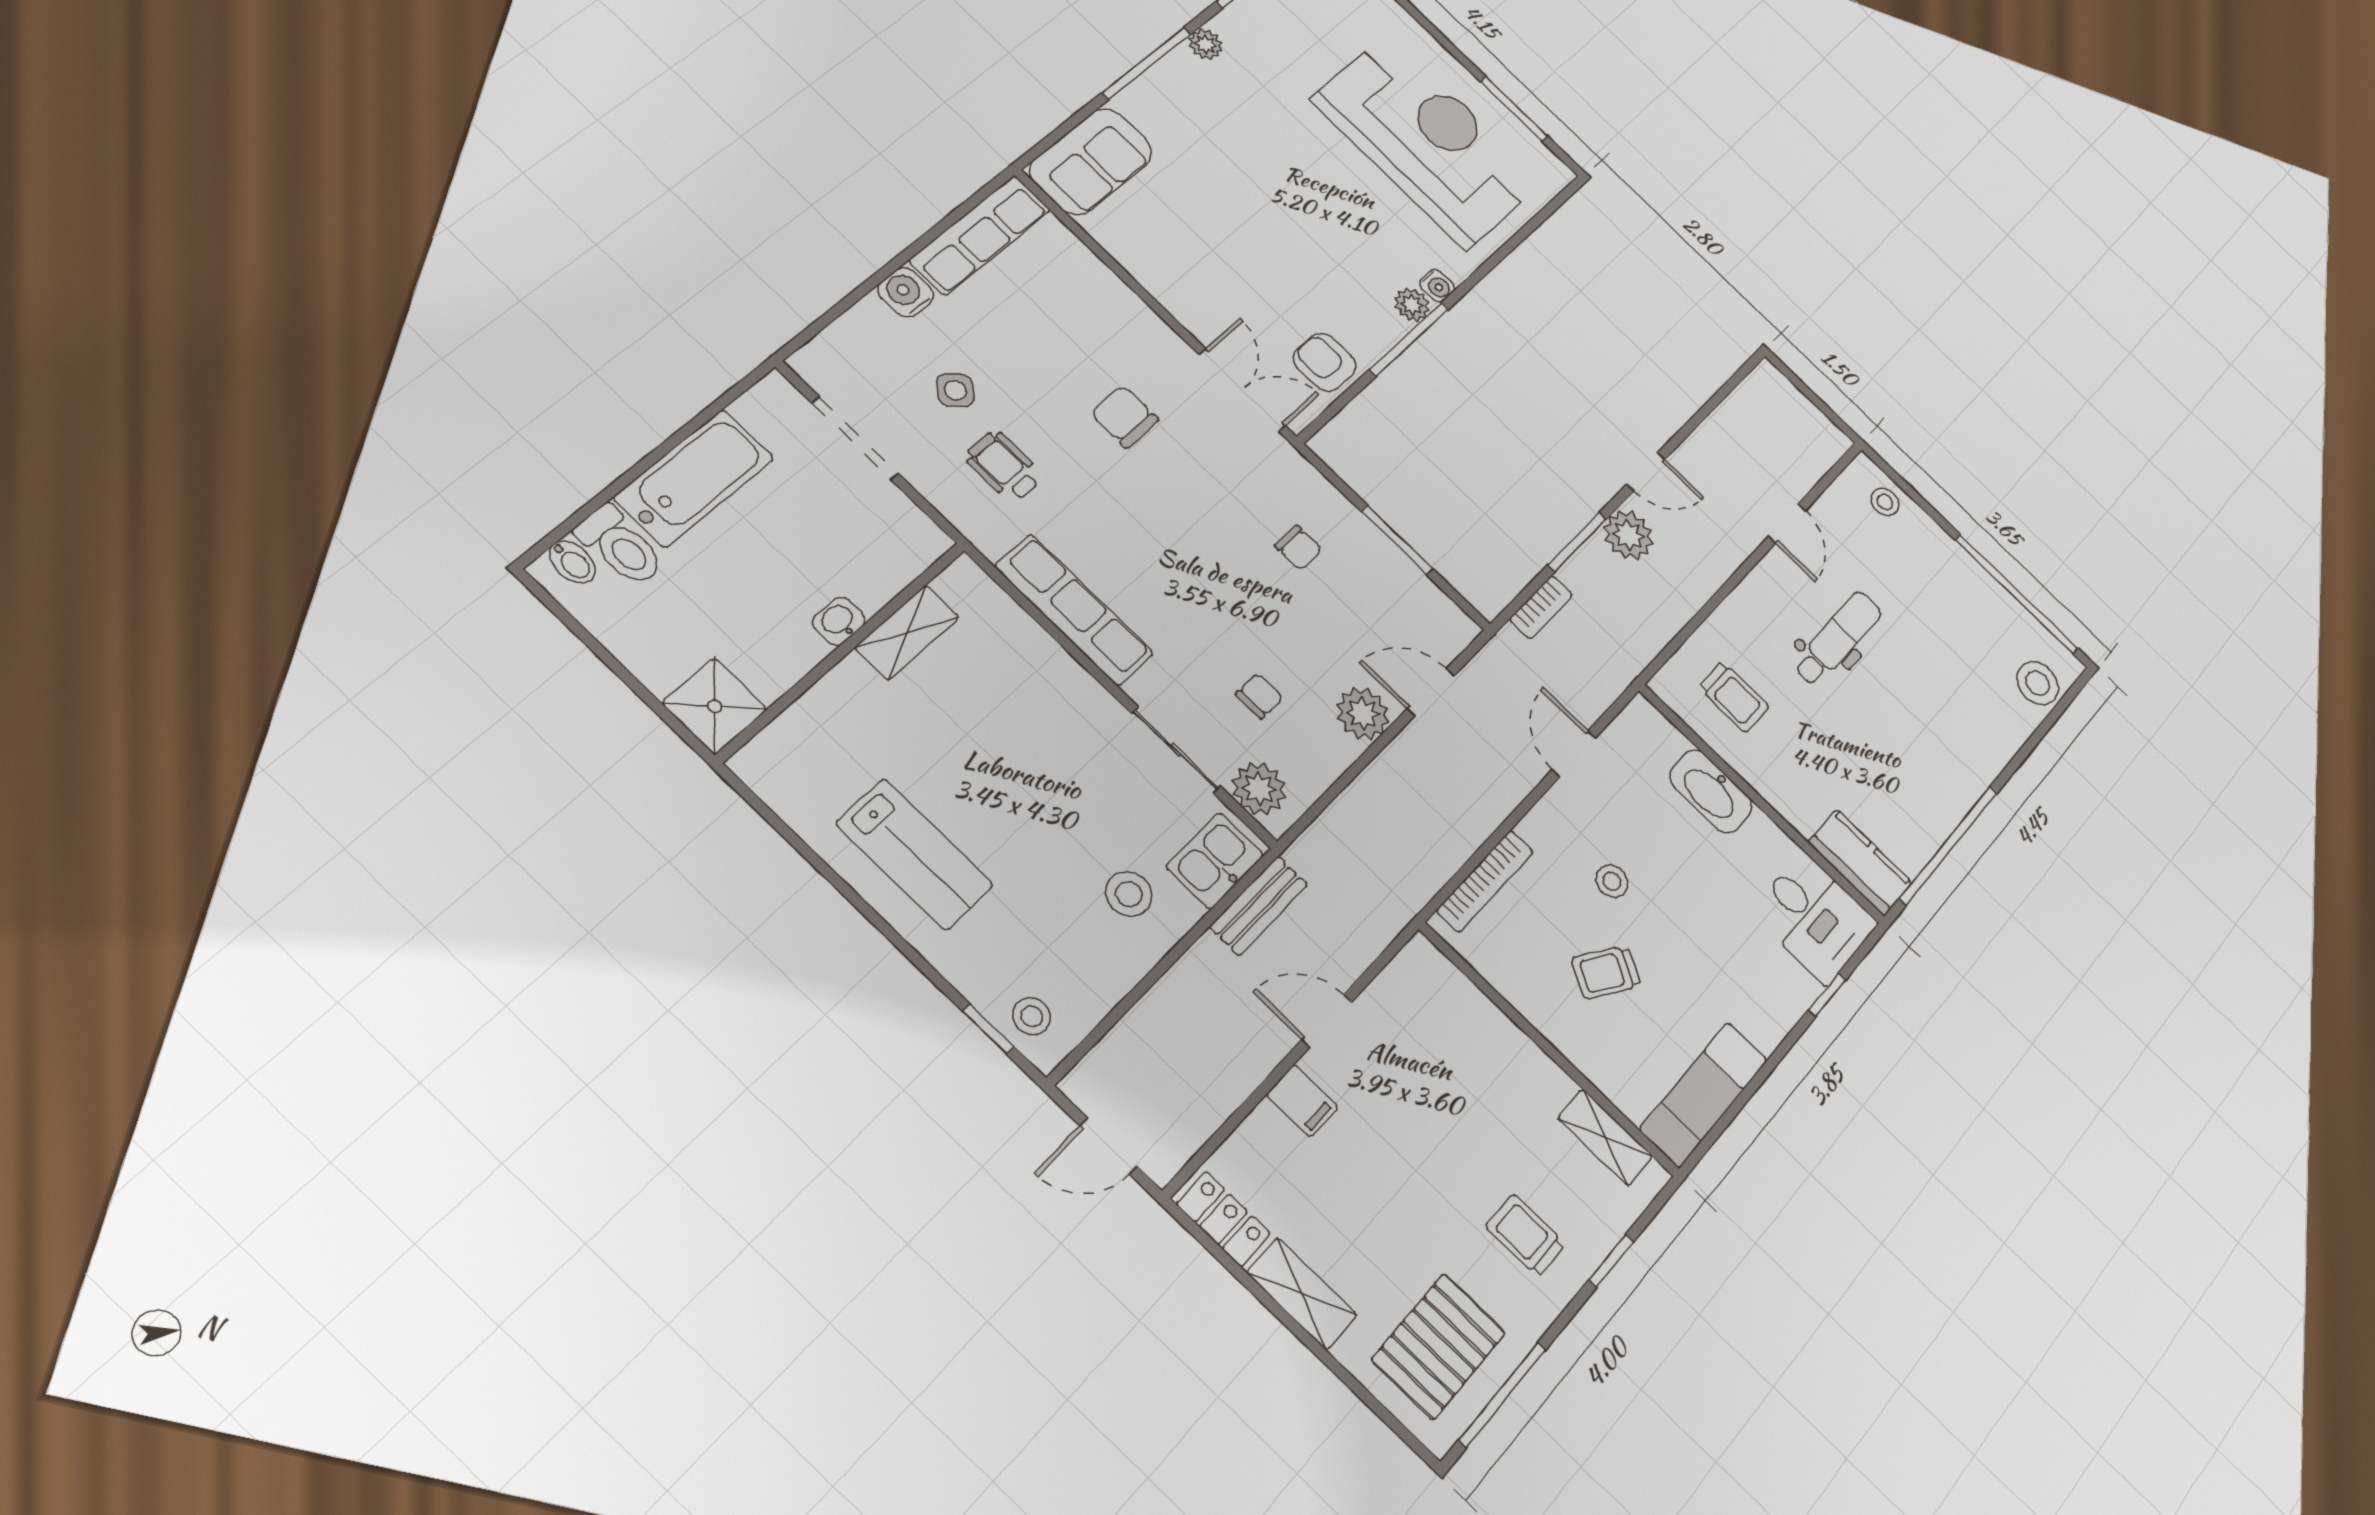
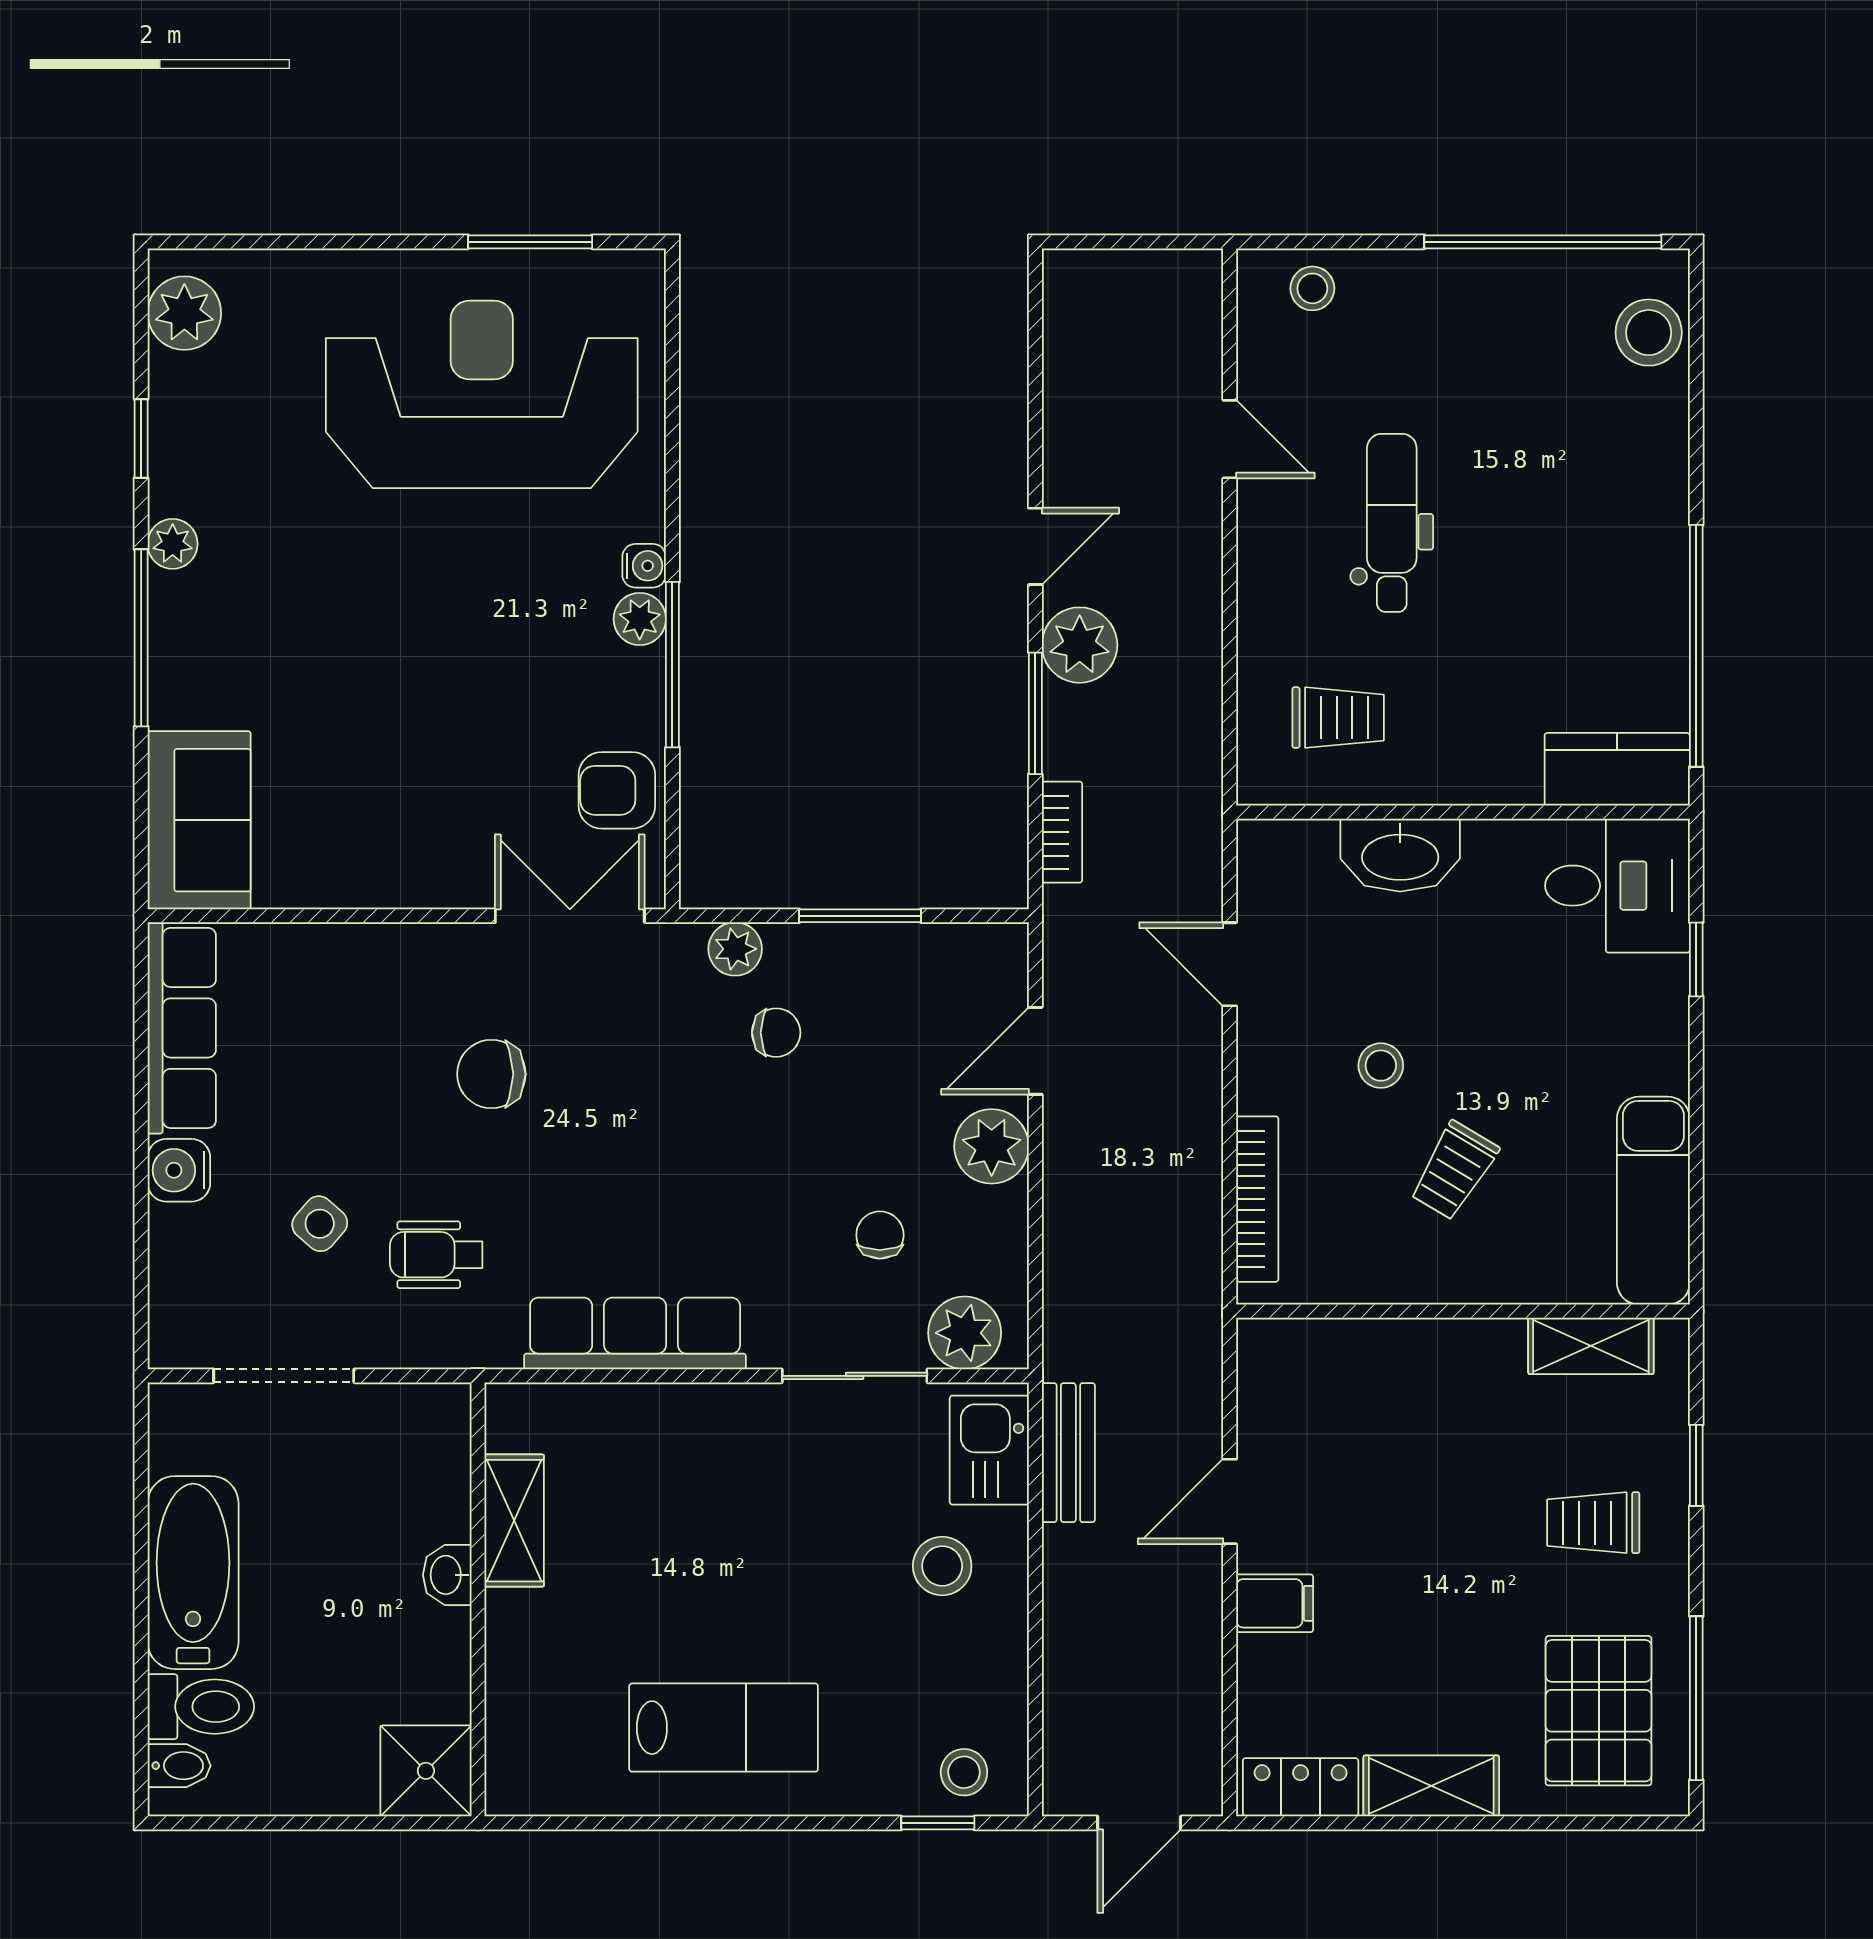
plant: (1315, 490) -> (735, 949), added

